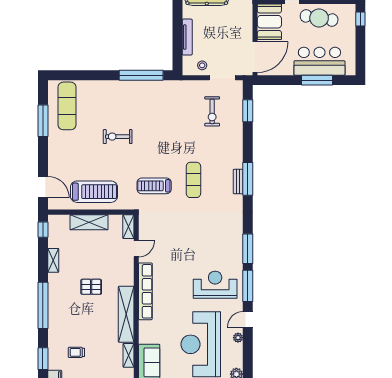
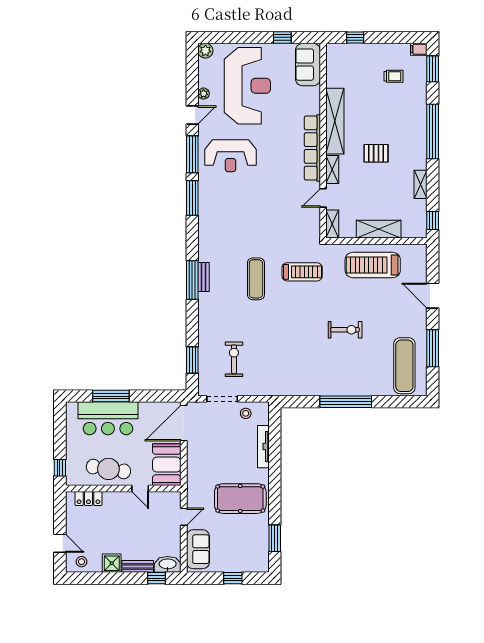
window: (141, 75) -> (346, 402), moved
door: (43, 187) -> (433, 296), moved
shelving: (128, 355) -> (332, 169), moved

